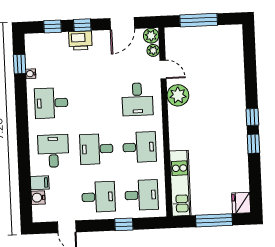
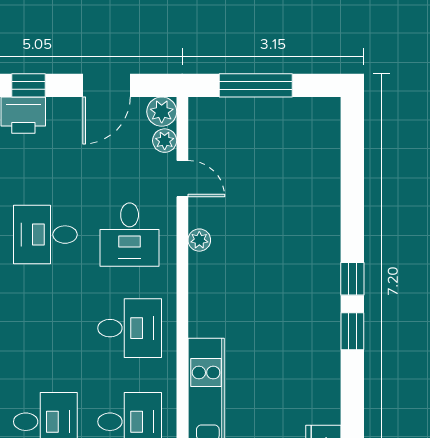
plant: (178, 95) -> (199, 240), width x0.53, depth x0.53
desk: (96, 149) -> (45, 235), moved

